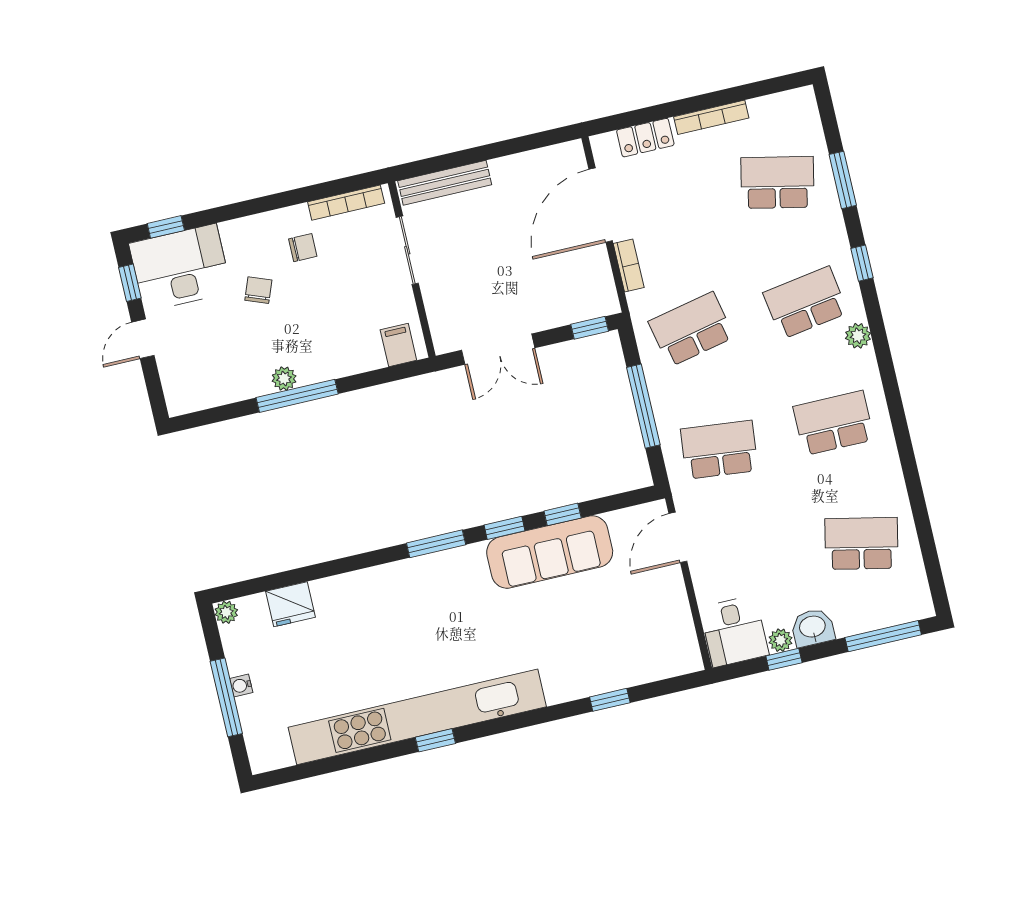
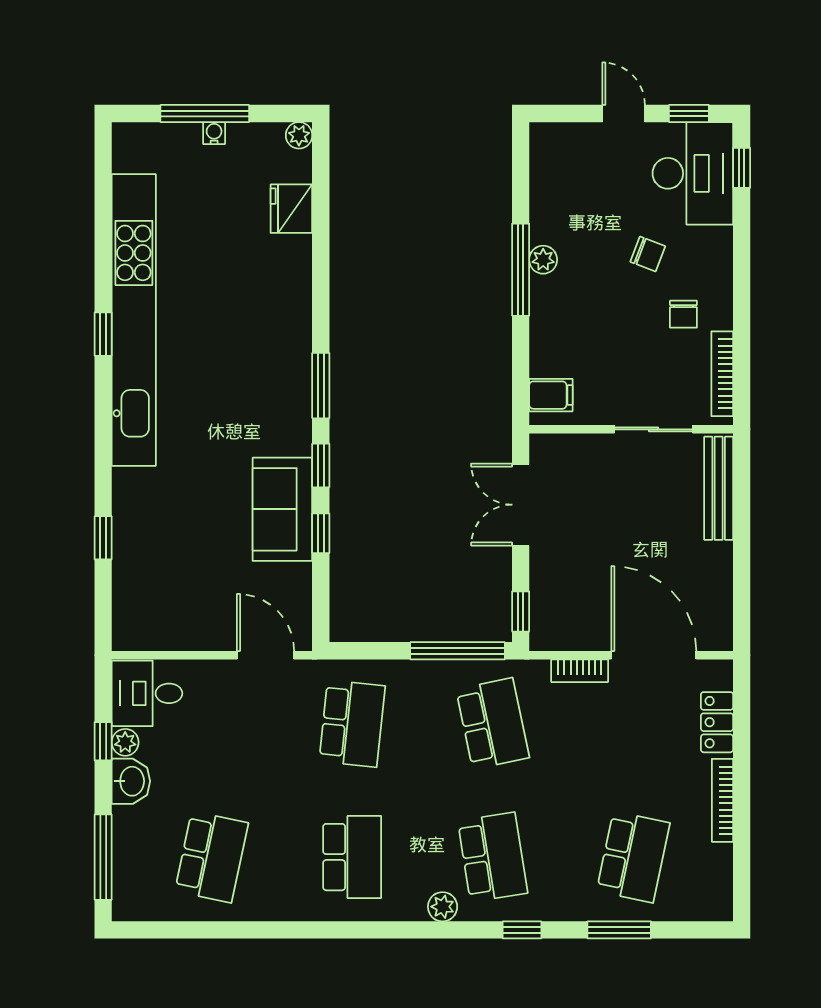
window: (643, 406) -> (458, 651), moved
sofa: (550, 552) -> (282, 509), width x0.73

